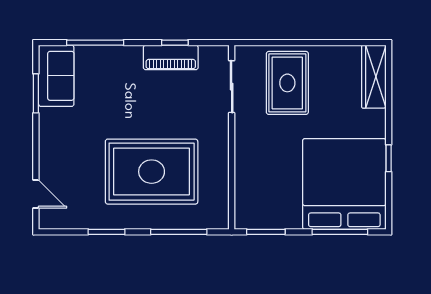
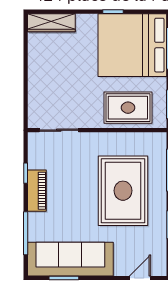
piano: (171, 57) -> (37, 191), moved
sofa: (56, 76) -> (70, 259), width x1.85, depth x1.27
rug: (287, 83) -> (128, 108), moved

